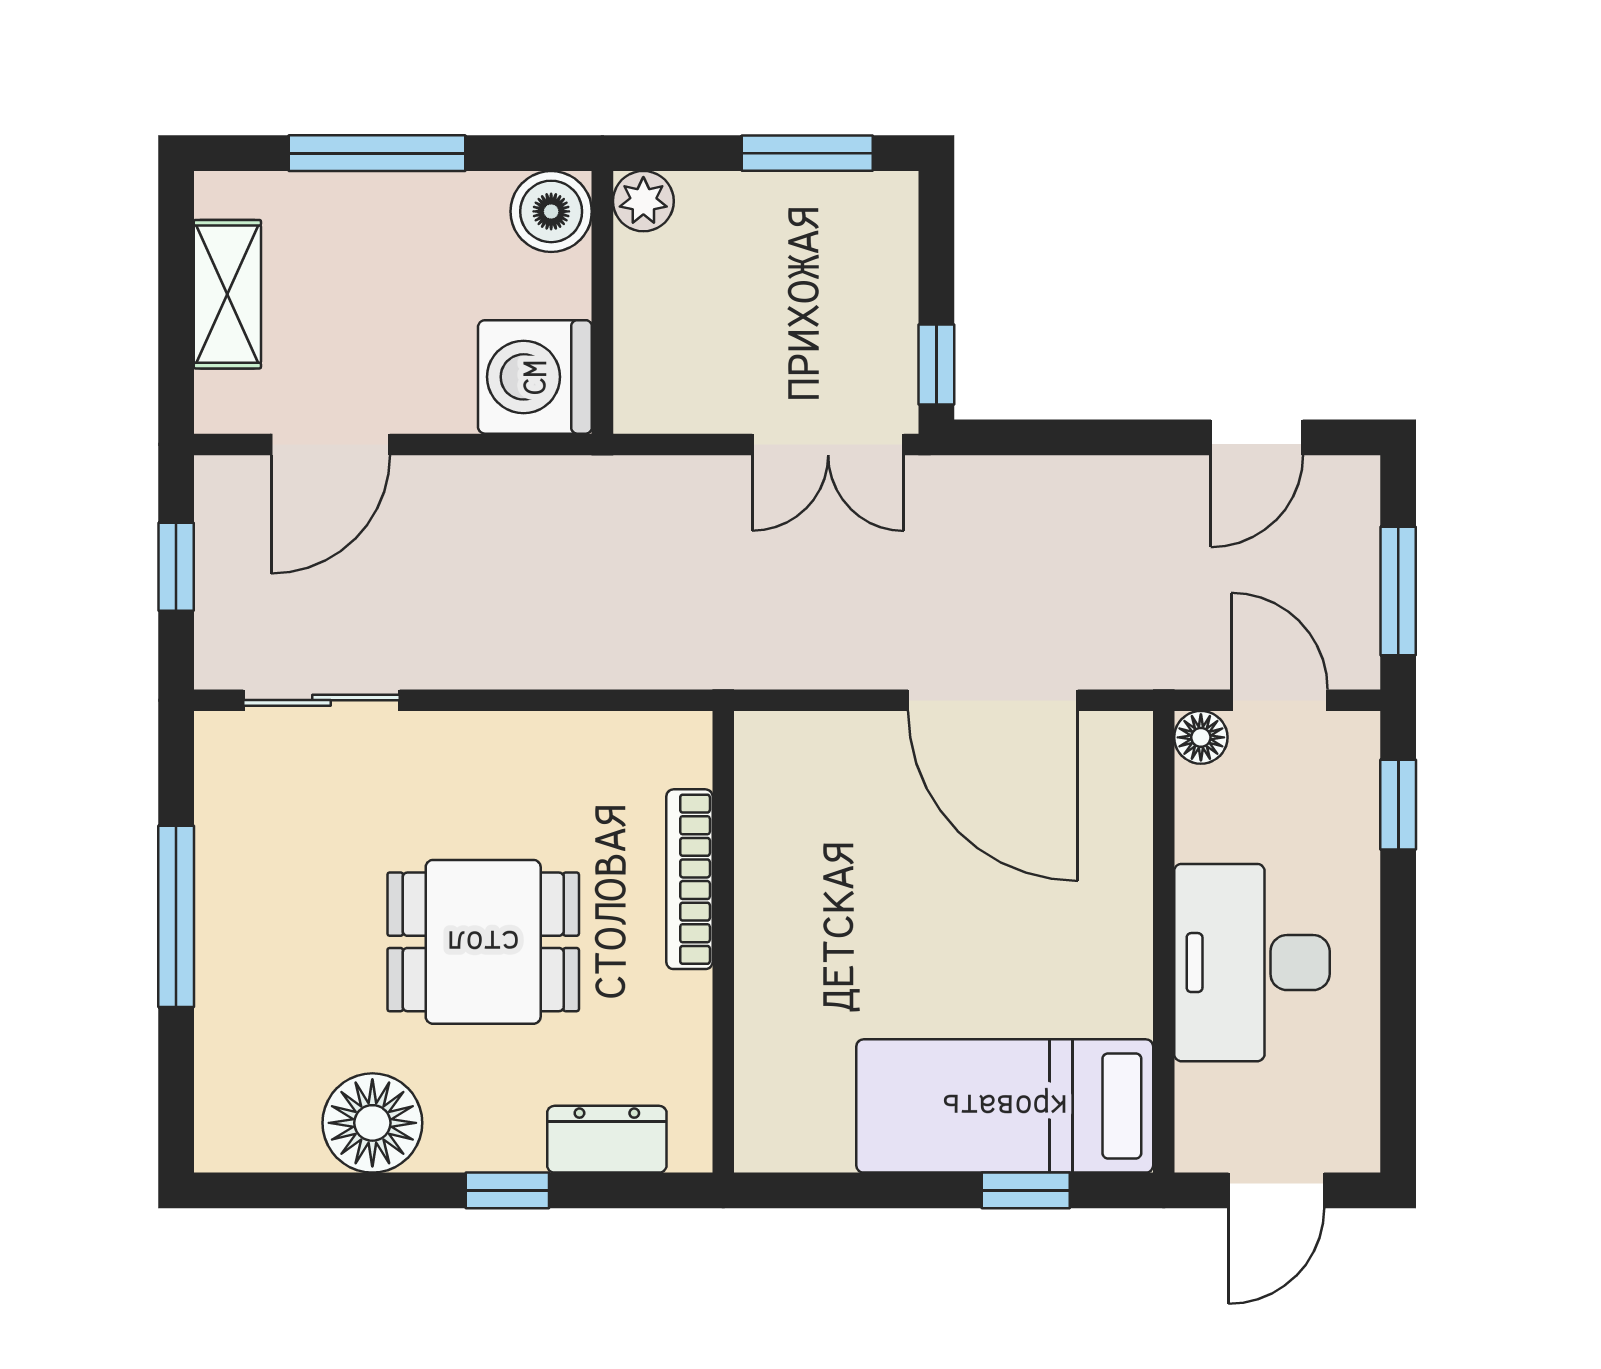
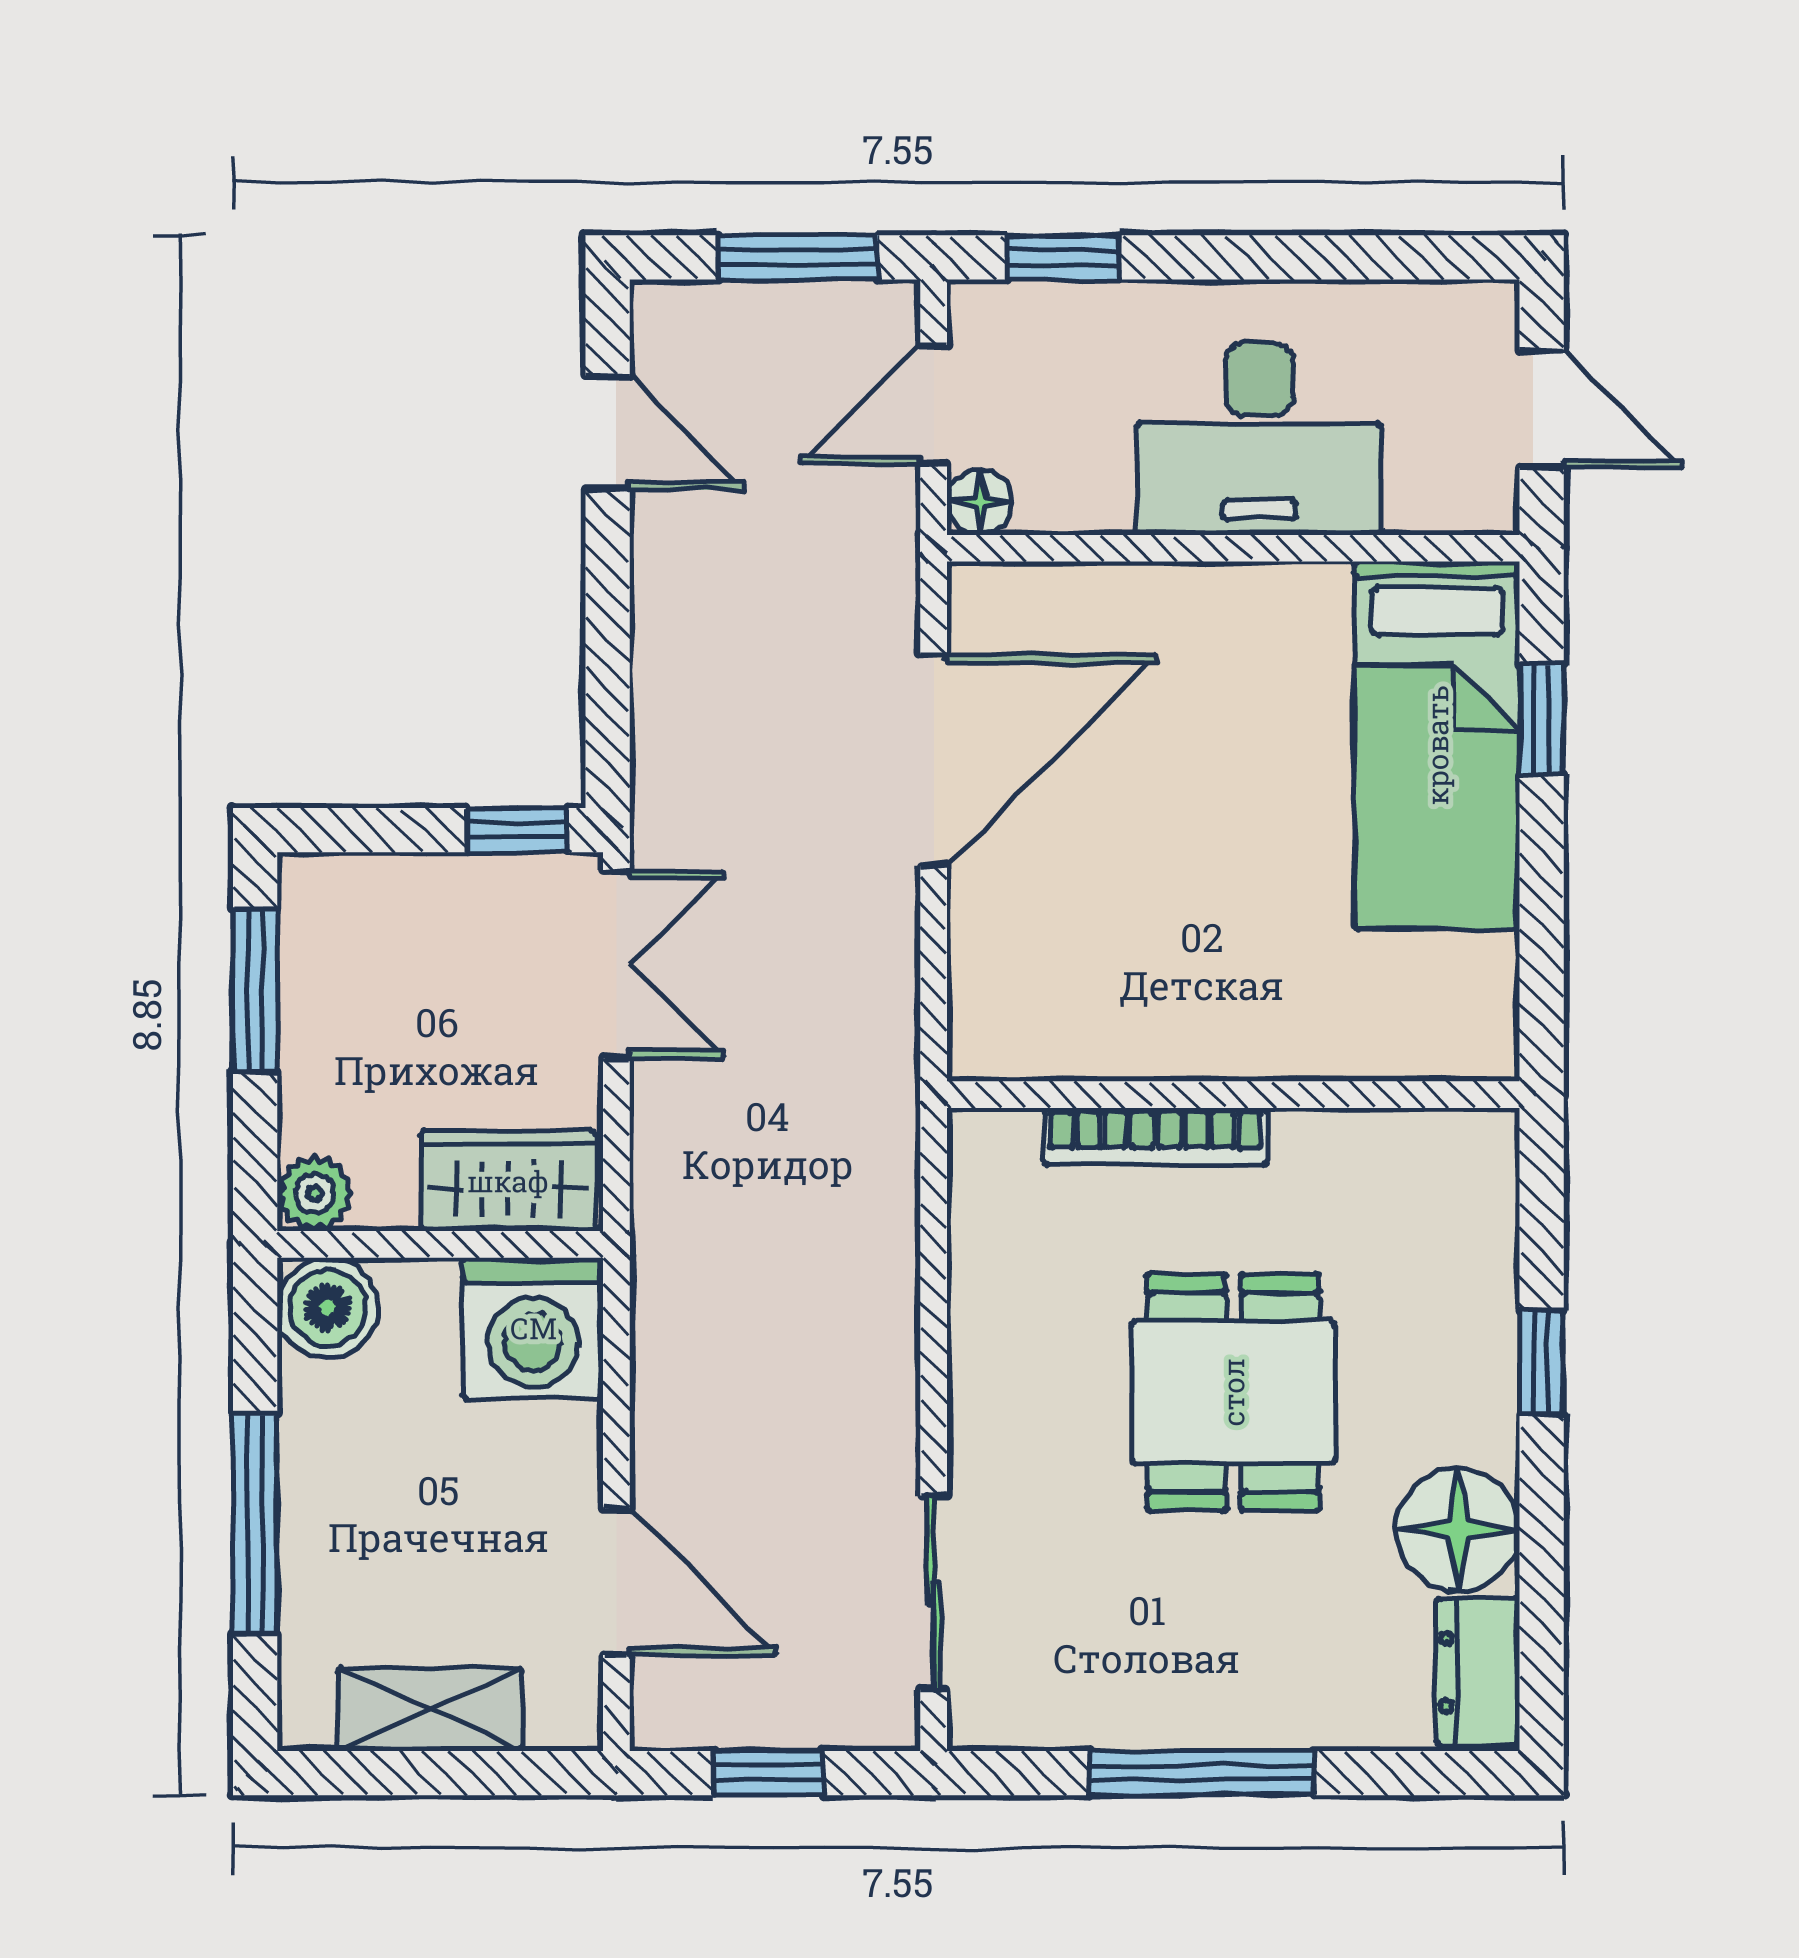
wardrobe: (654, 357) -> (508, 1181), added
dresser: (607, 1139) -> (1478, 1672), moved

